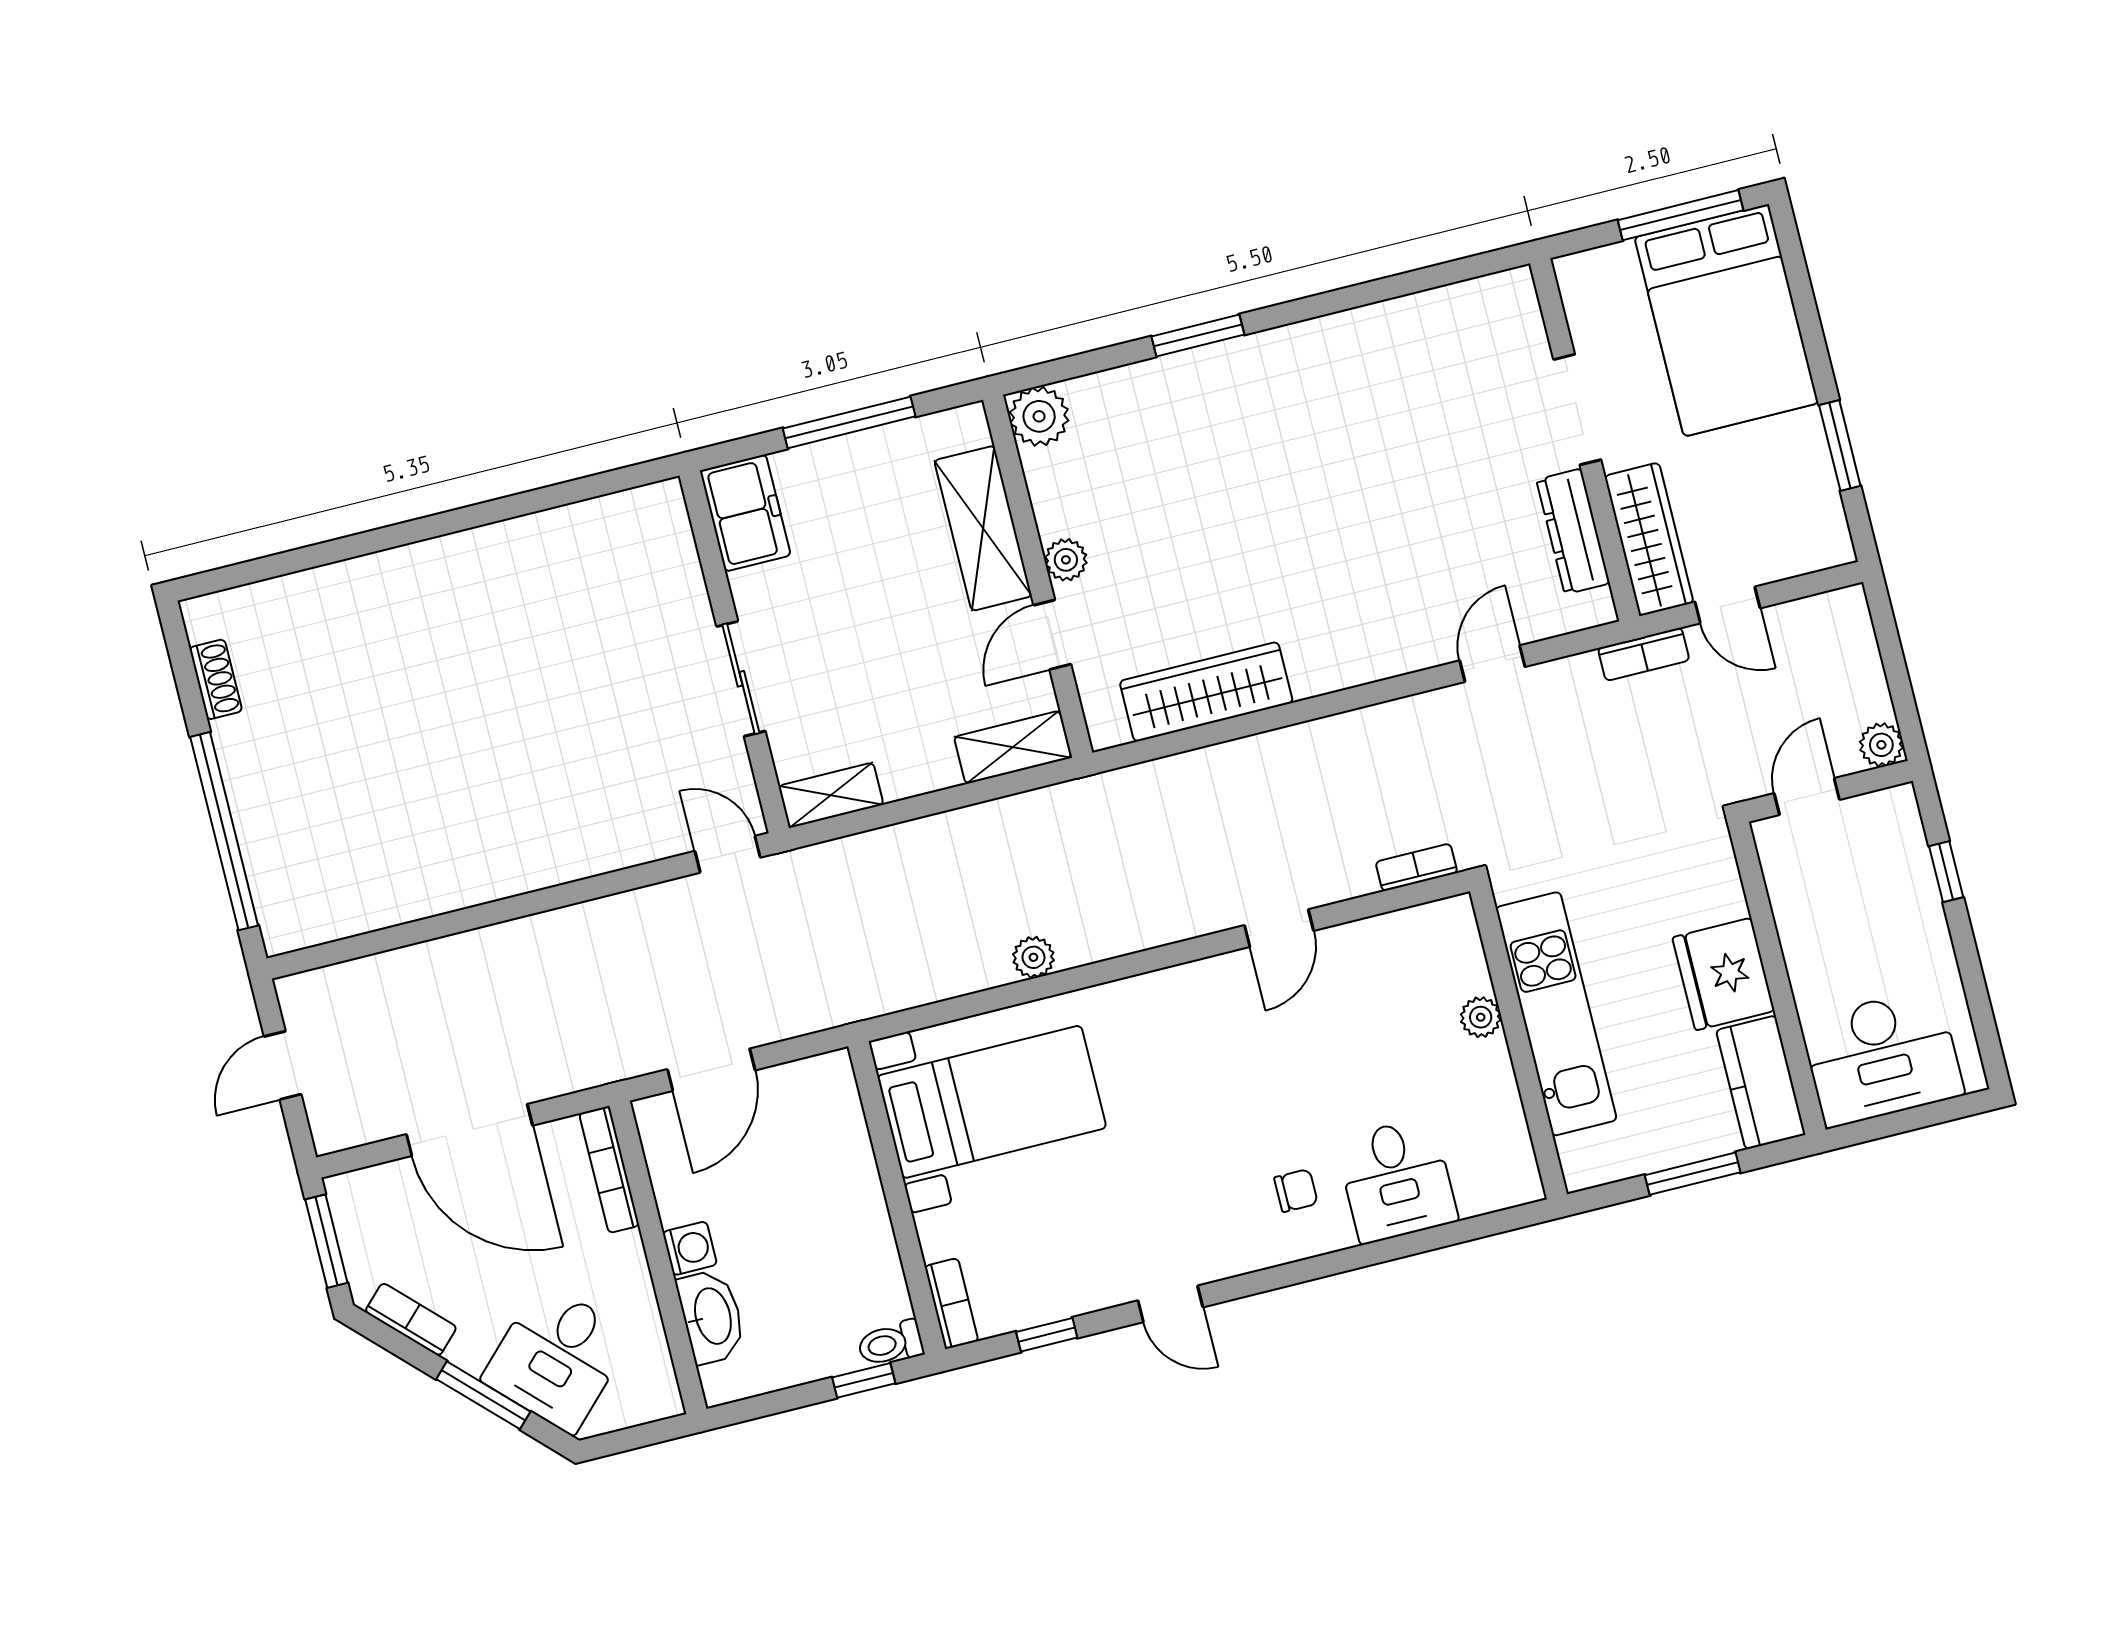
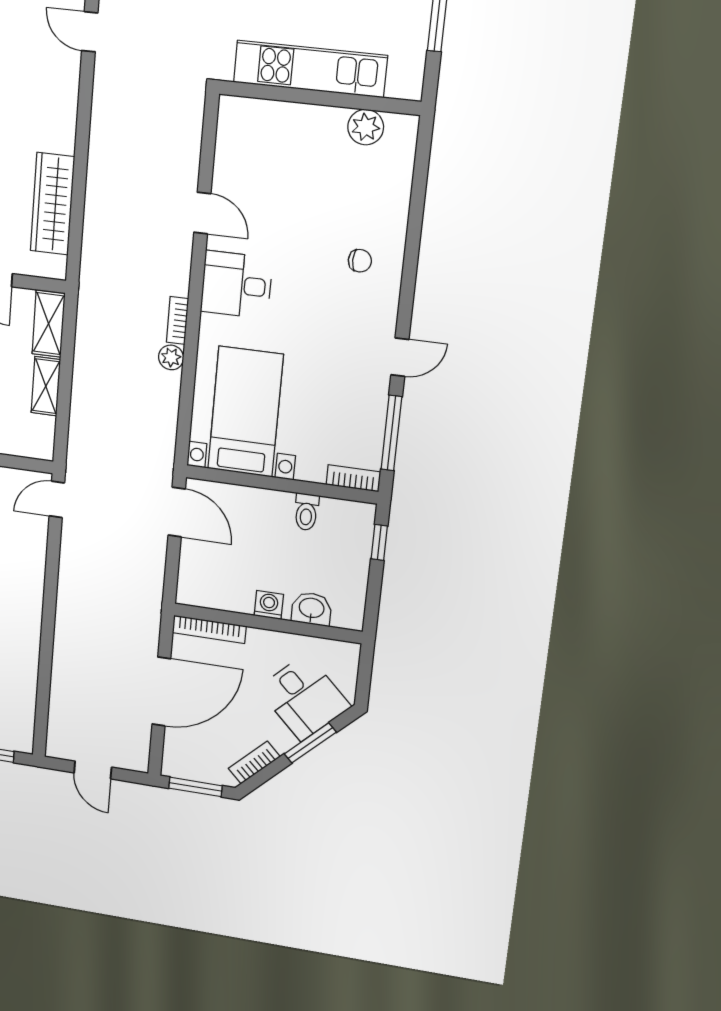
shelving: (831, 795) -> (46, 386), moved
bookcase: (1416, 867) -> (177, 320), moved
plant: (1481, 1017) -> (366, 127), moved, width x1.38, depth x1.38
door: (711, 1070) -> (177, 512), moved
desk: (1397, 1180) -> (236, 285), moved, turned 180
chair: (1296, 1191) -> (360, 261), turned 90
washbasin: (711, 1316) -> (311, 609), width x0.72
window: (1047, 1335) -> (391, 433), width x2.17
toilet: (891, 1343) -> (306, 512), moved

